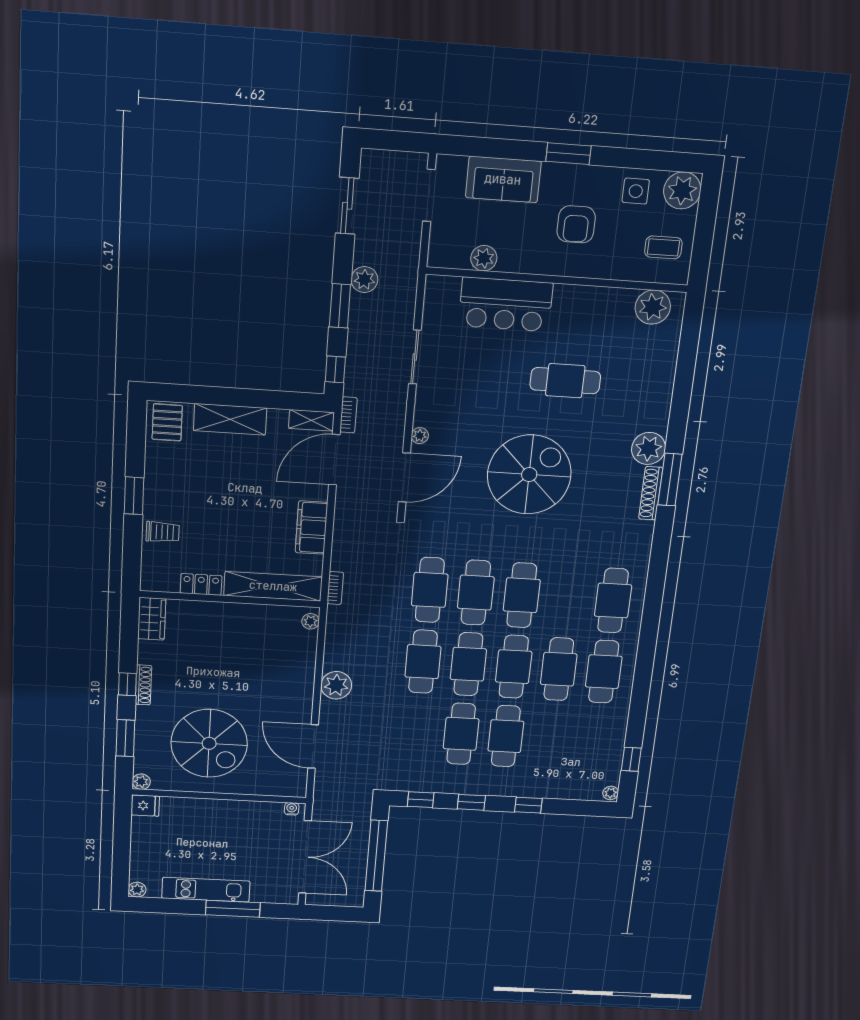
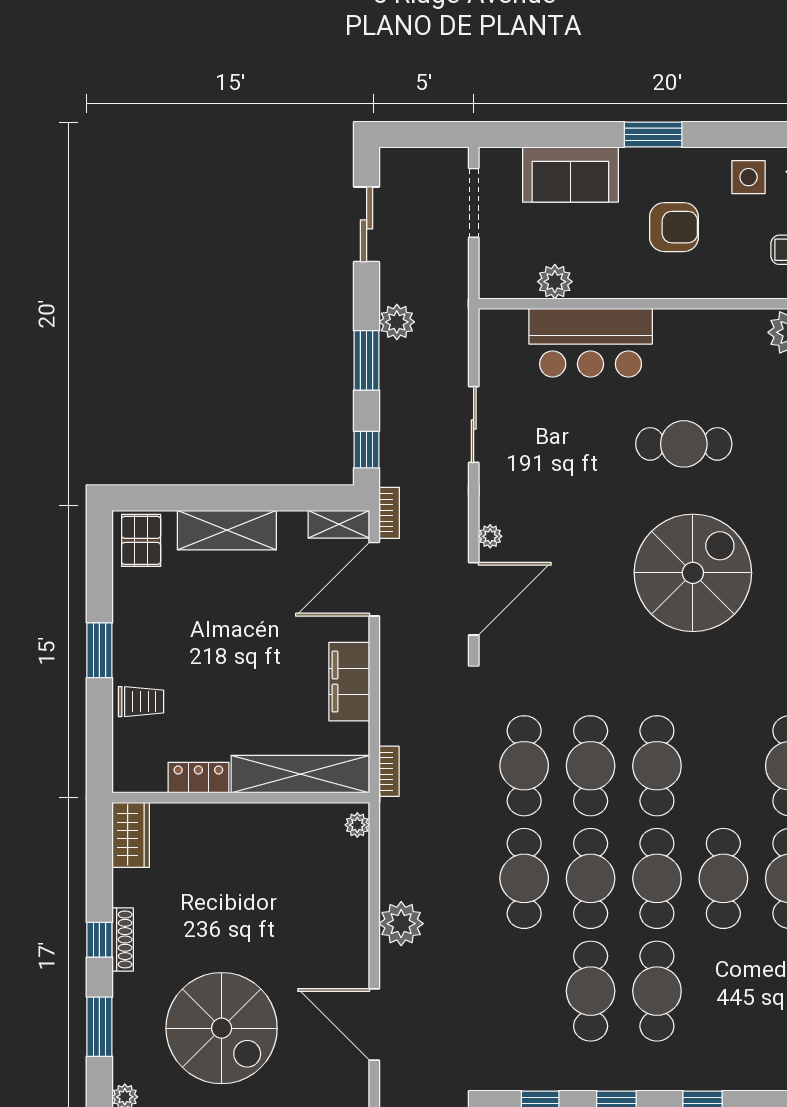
armchair: (576, 224) -> (674, 227), turned -90
spiral stairs: (529, 475) -> (693, 573), moved

